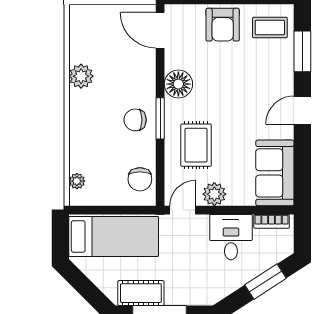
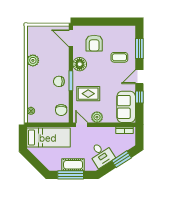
armchair: (223, 25) -> (94, 43), moved
coffee table: (270, 27) -> (119, 57), moved
rug: (196, 145) -> (88, 94), turned 90
window: (302, 152) -> (139, 97), added
door: (182, 210) -> (82, 125), hinge flipped
desk: (231, 237) -> (101, 154), moved, turned 147
cot: (141, 293) -> (73, 165), moved

